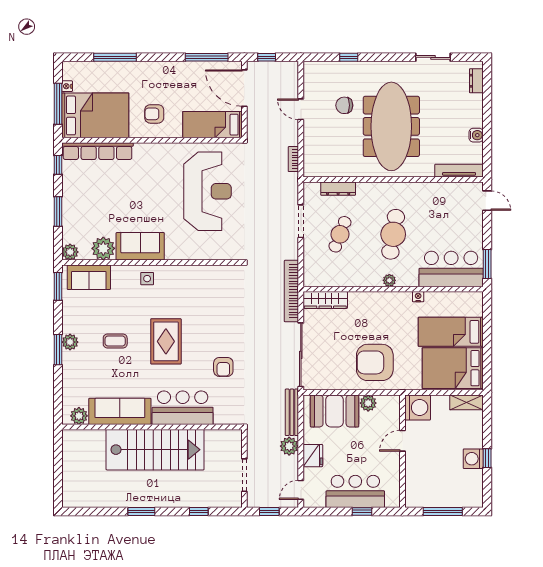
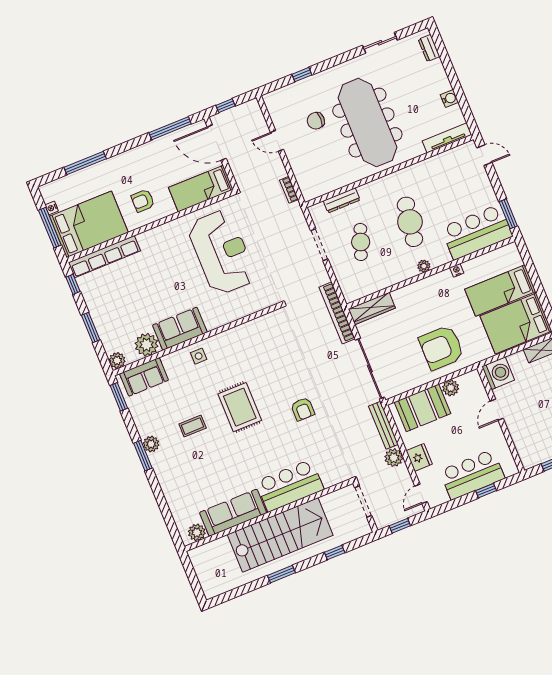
bar counter: (183, 408) -> (290, 486), moved
sofa: (120, 411) -> (233, 513), moved
plant: (79, 416) -> (197, 532), moved
wall: (152, 427) -> (269, 515), moved
stairs: (155, 450) -> (280, 535), moved

